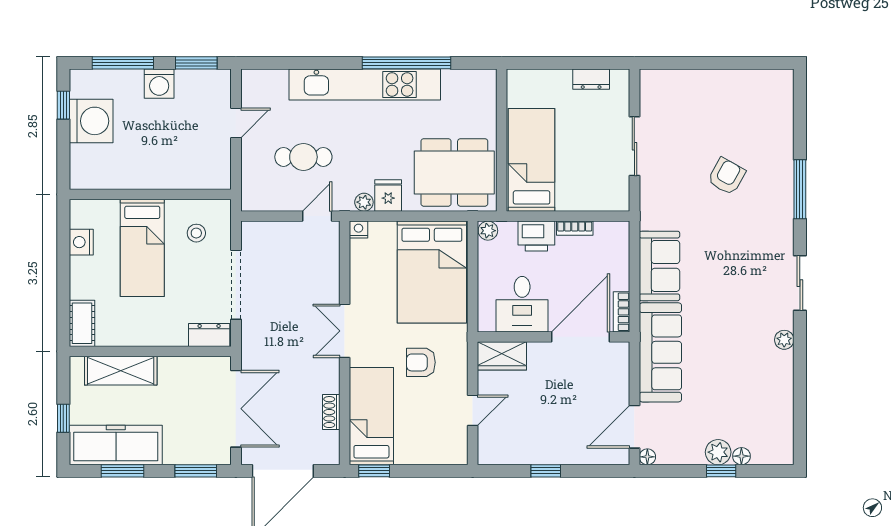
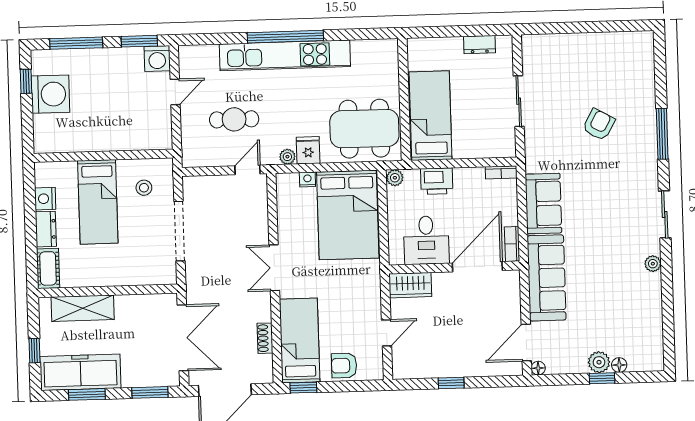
window: (406, 63) -> (285, 37), moved
washing machine: (159, 84) -> (157, 59), moved
bookcase: (575, 228) -> (501, 172), moved
nightstand: (359, 230) -> (307, 180), moved
dresser: (209, 335) -> (46, 229), moved, turned 90
armchair: (421, 362) -> (344, 366), moved

